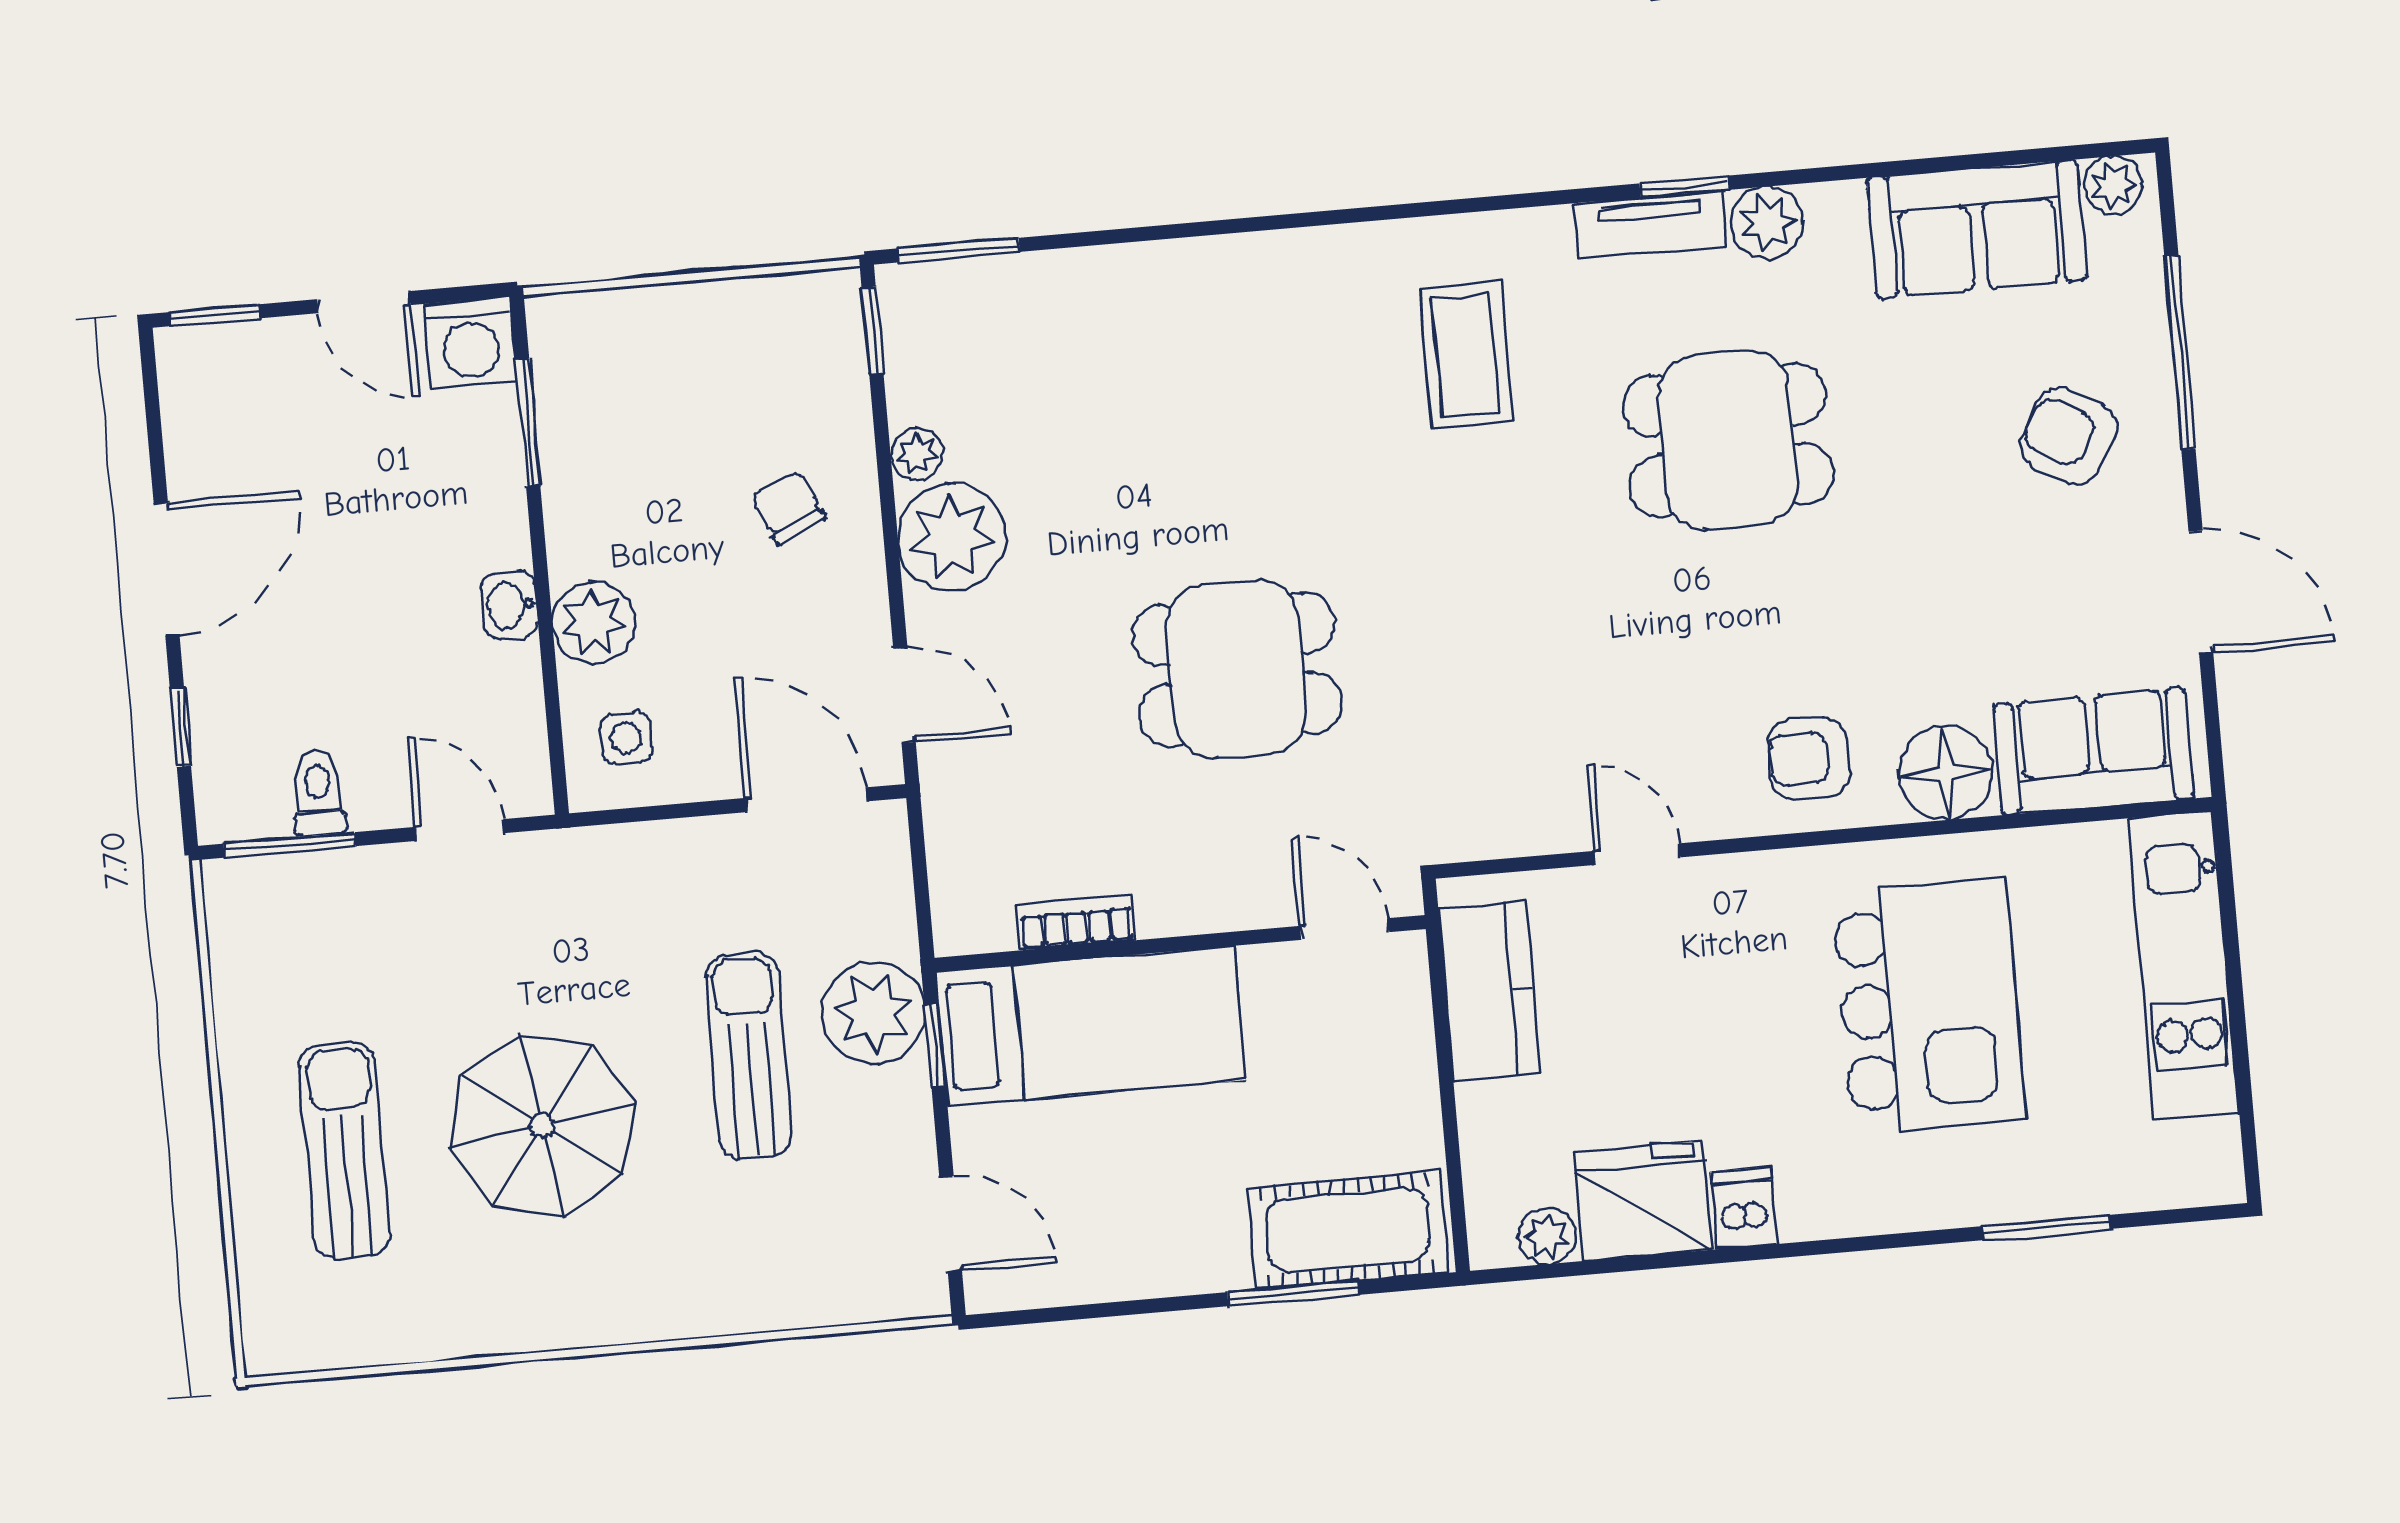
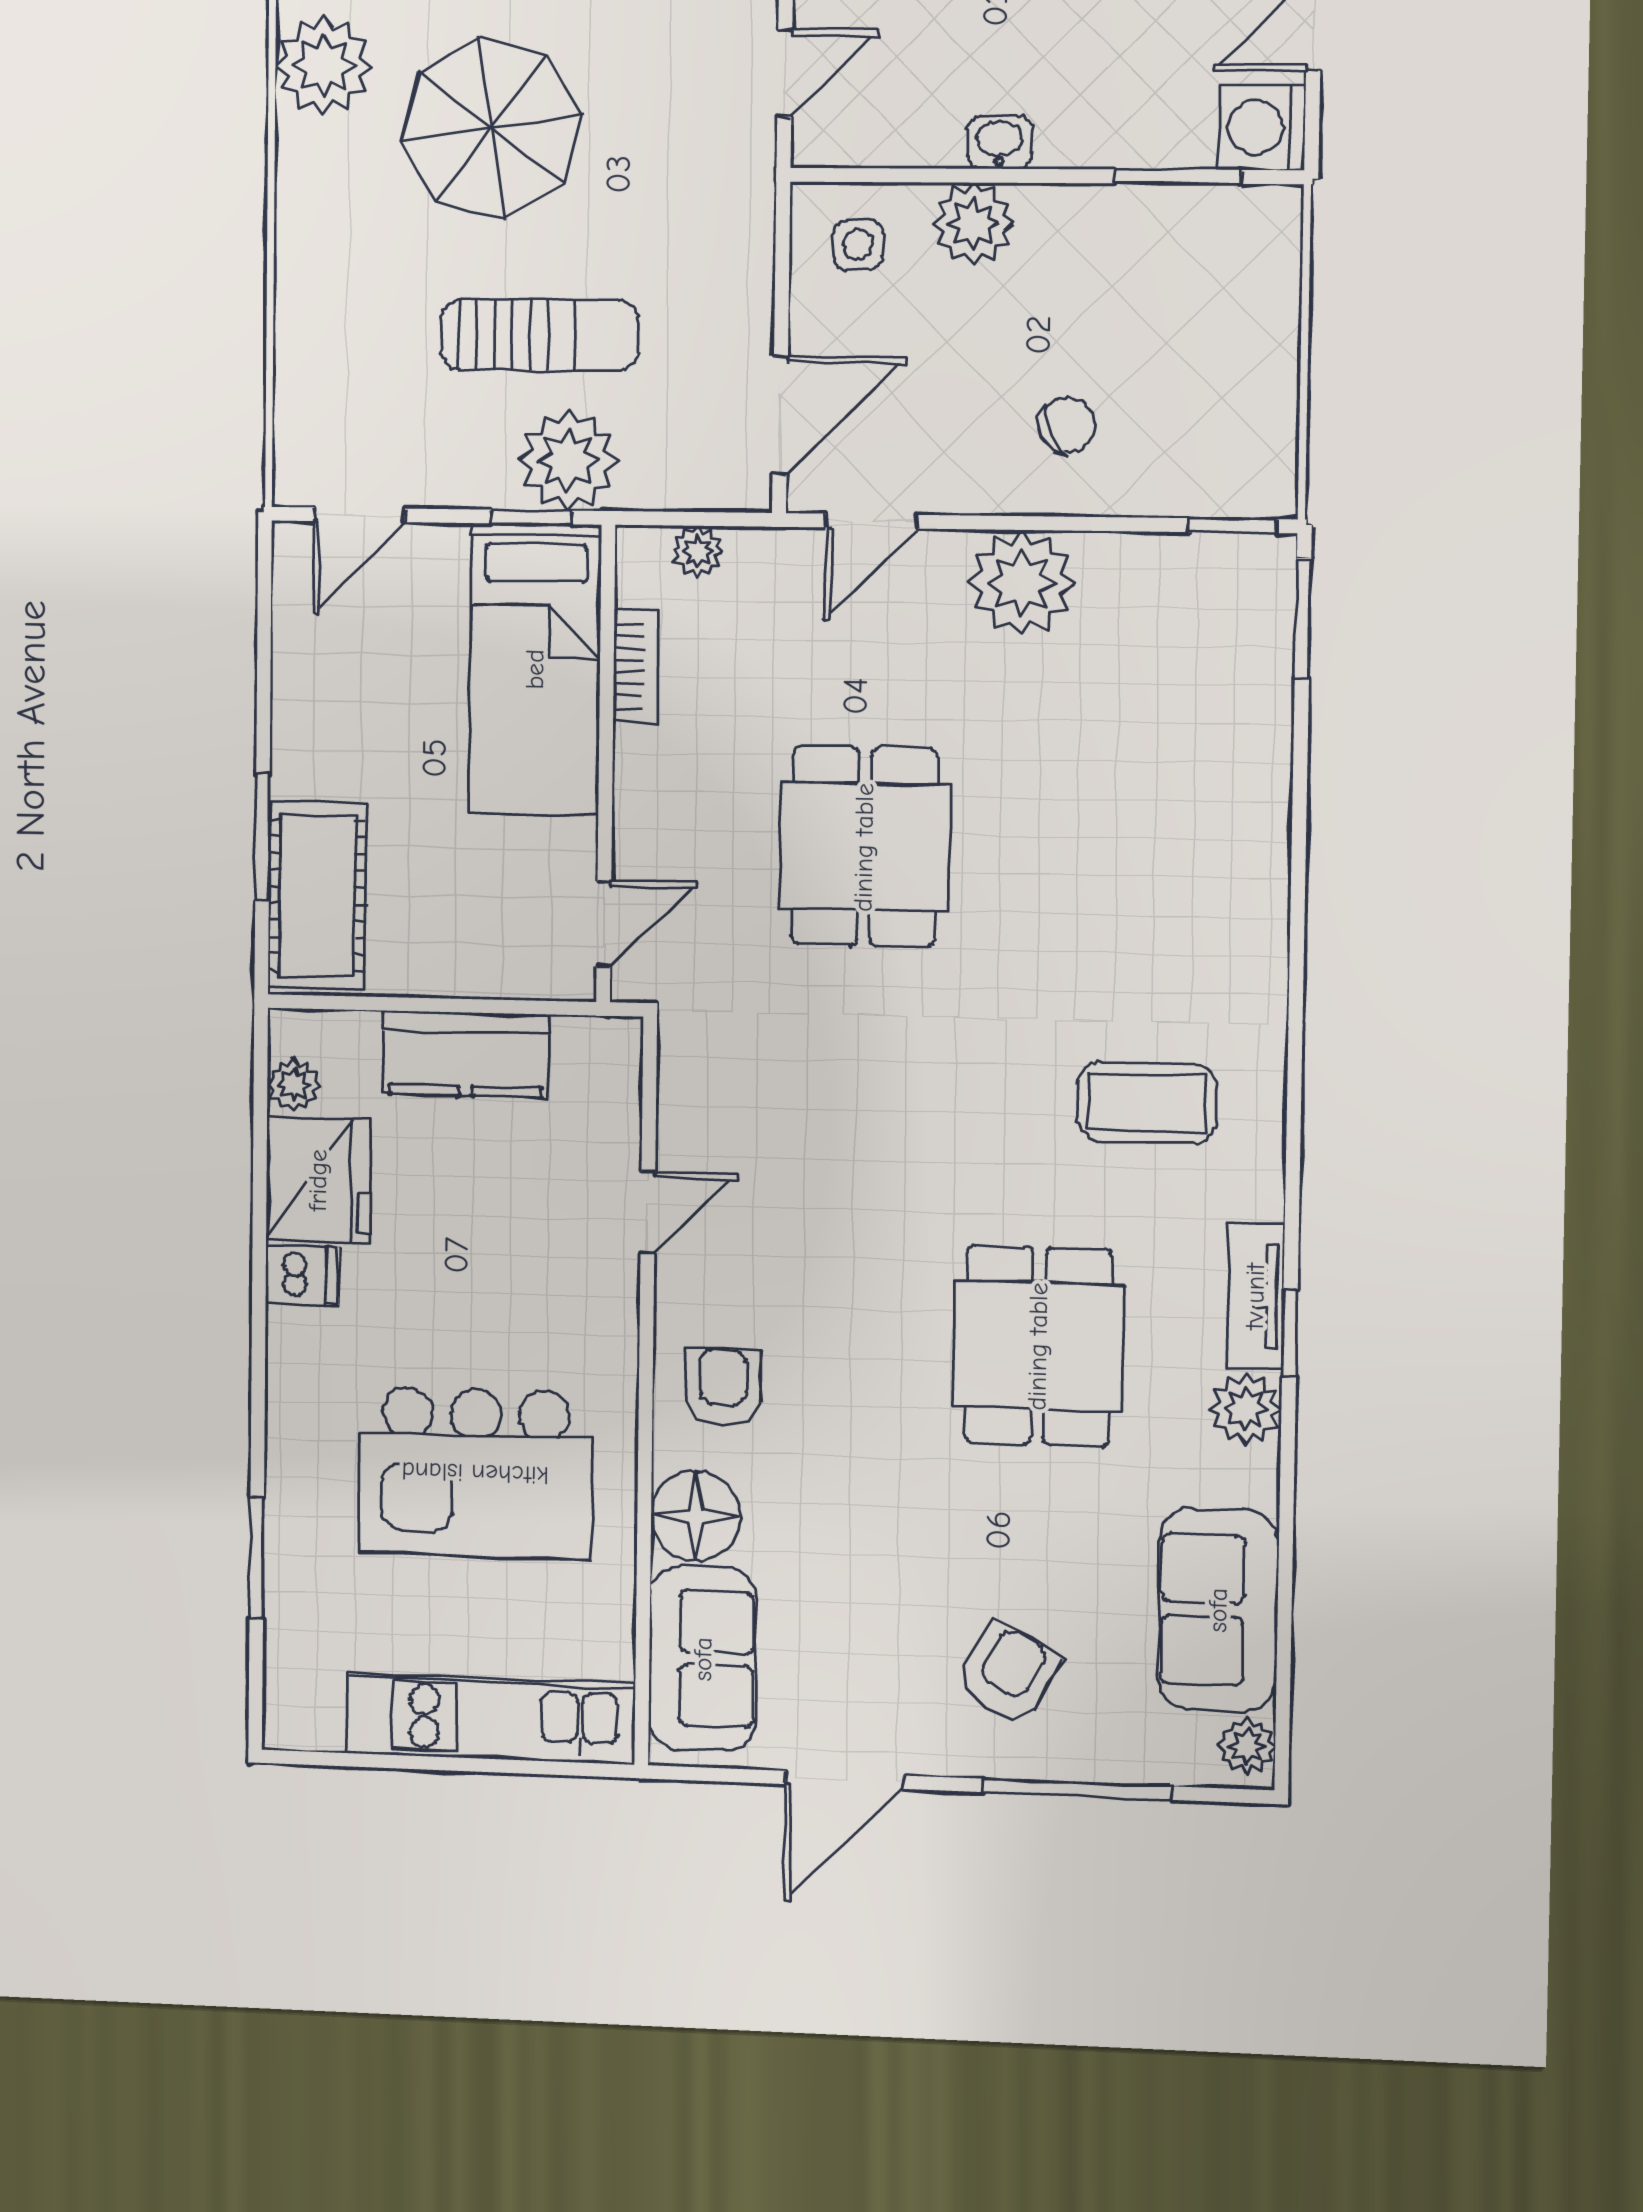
plant: (917, 454) -> (697, 551), moved
kitchen counter: (1489, 991) -> (465, 1054), moved
plant: (495, 1305) -> (324, 66), added

